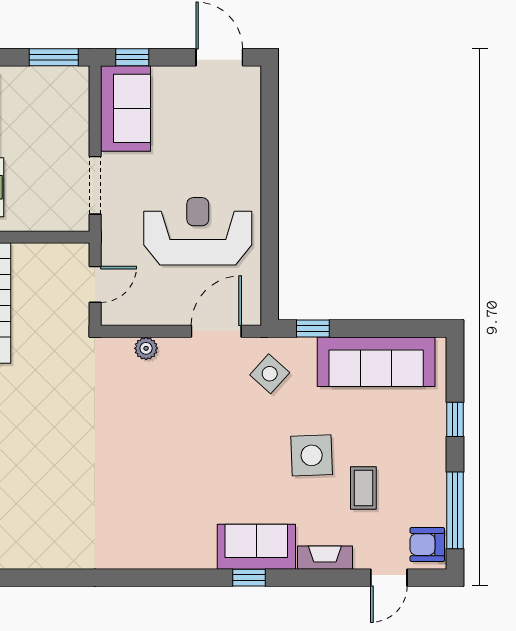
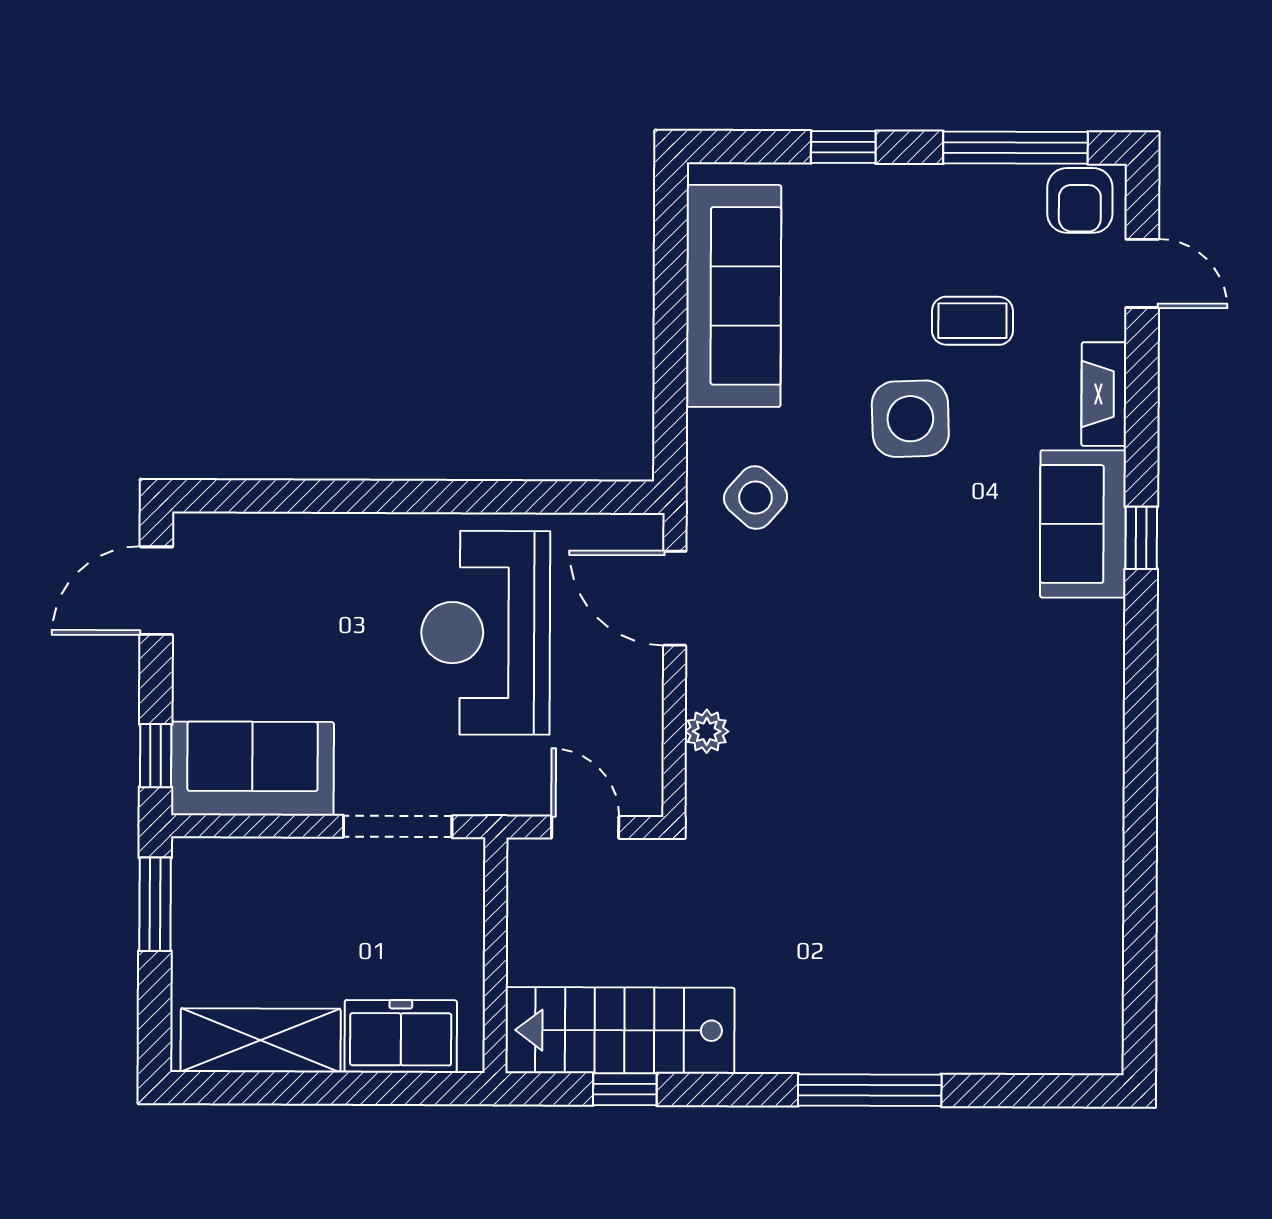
window: (313, 328) -> (670, 416), removed

